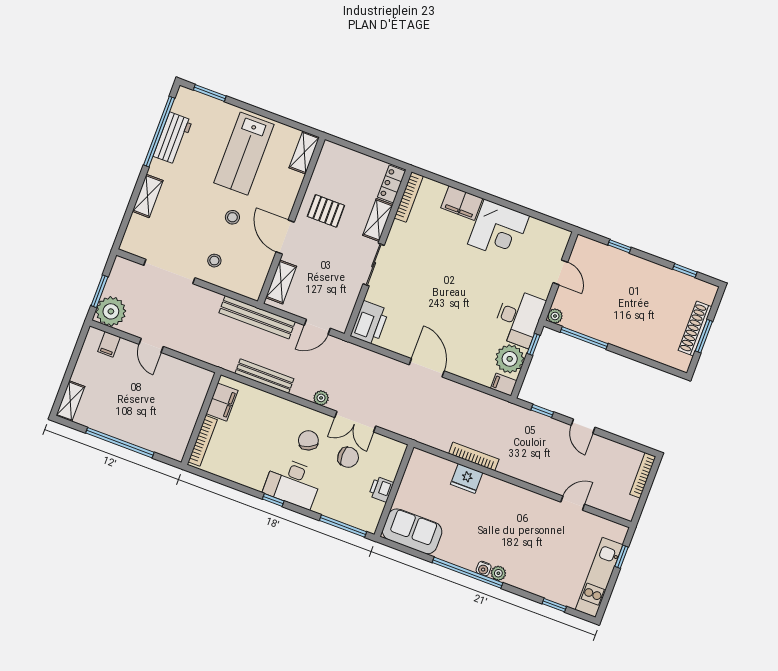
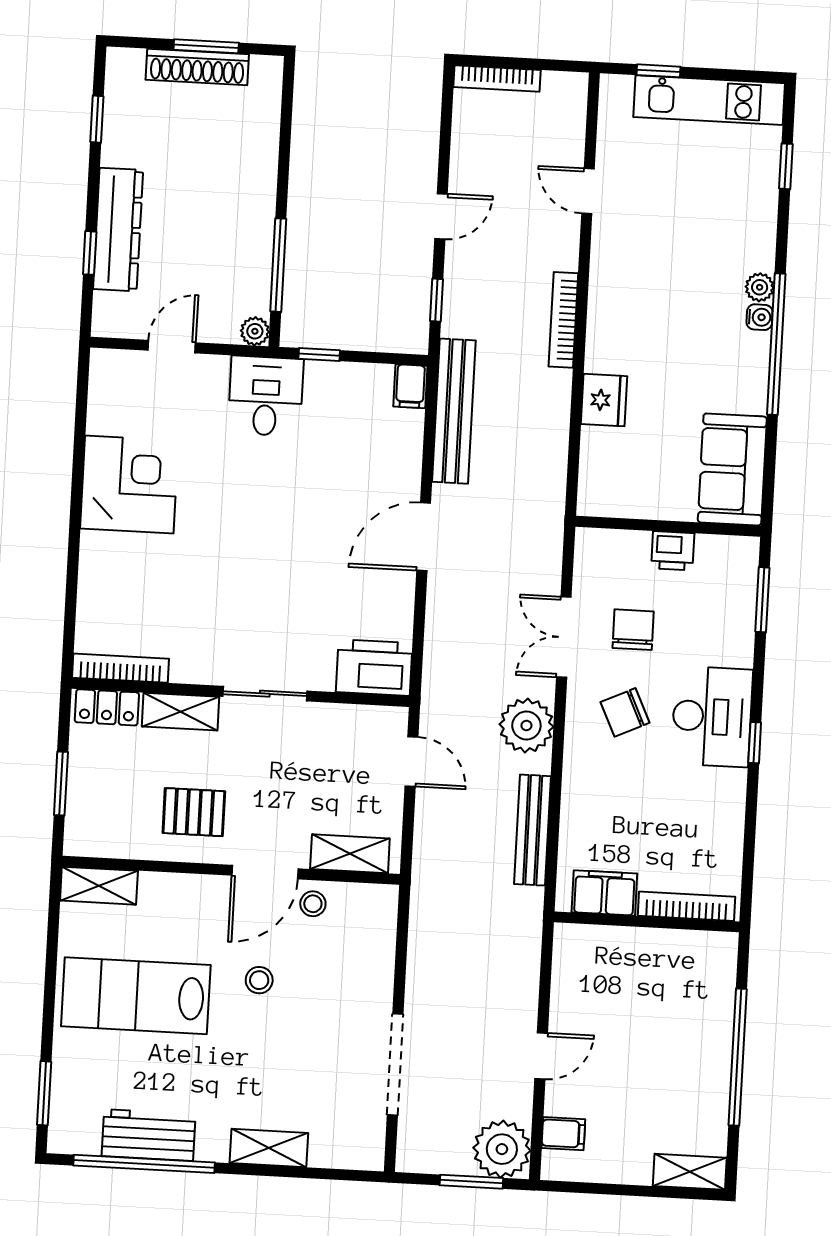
window: (361, 149) -> (61, 784), added
lab bench: (244, 154) -> (136, 996), turned 180
filing cabinet: (462, 203) -> (101, 567), removed
pallet: (326, 211) -> (194, 812), turned 90
stool: (214, 261) -> (313, 904), moved
dresser: (627, 264) -> (118, 230), added
bench: (257, 317) -> (454, 411), moved
desk: (519, 318) -> (266, 396), width x0.73
plant: (510, 359) -> (360, 390), removed
plant: (321, 398) -> (526, 726), width x1.87, depth x1.87
double door: (355, 422) -> (564, 637), swing flipped
bookcase: (474, 456) -> (563, 320), moved
window: (343, 526) -> (762, 600), width x0.69

